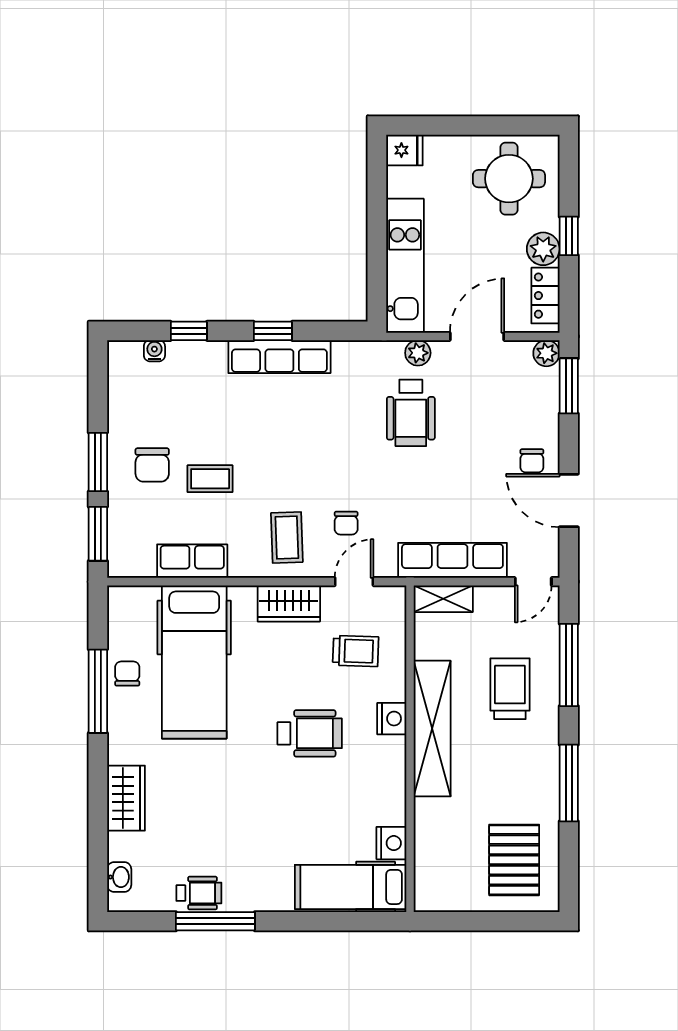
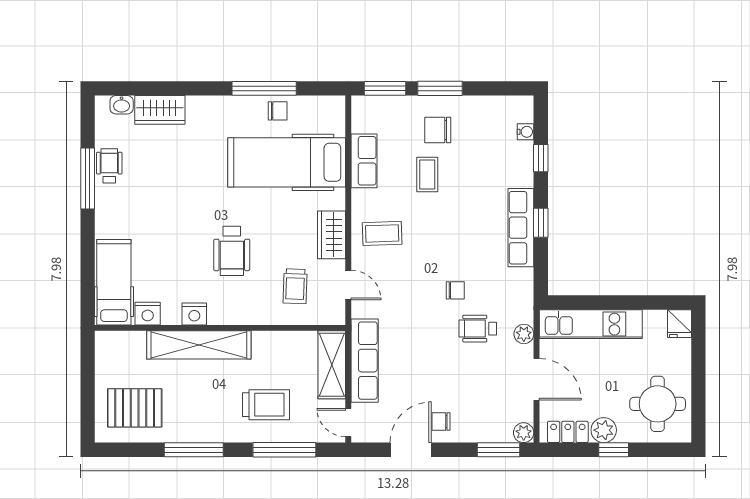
wheelchair: (411, 413) -> (478, 329), width x0.73, depth x0.73
chair: (346, 523) -> (455, 290), moved, turned 180
shelving: (443, 599) -> (332, 365), width x1.50, depth x1.33
nightstand: (392, 719) -> (194, 314), moved
shelving: (432, 729) -> (199, 345), moved
wardrobe: (126, 798) -> (160, 110), moved
wheelchair: (199, 893) -> (109, 166), turned 180

